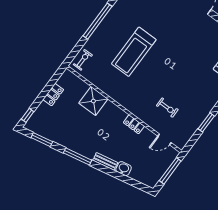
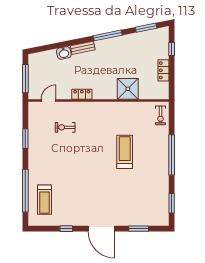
treadmill: (134, 52) -> (125, 152), width x0.73, depth x0.73
window: (28, 115) -> (172, 49), moved

